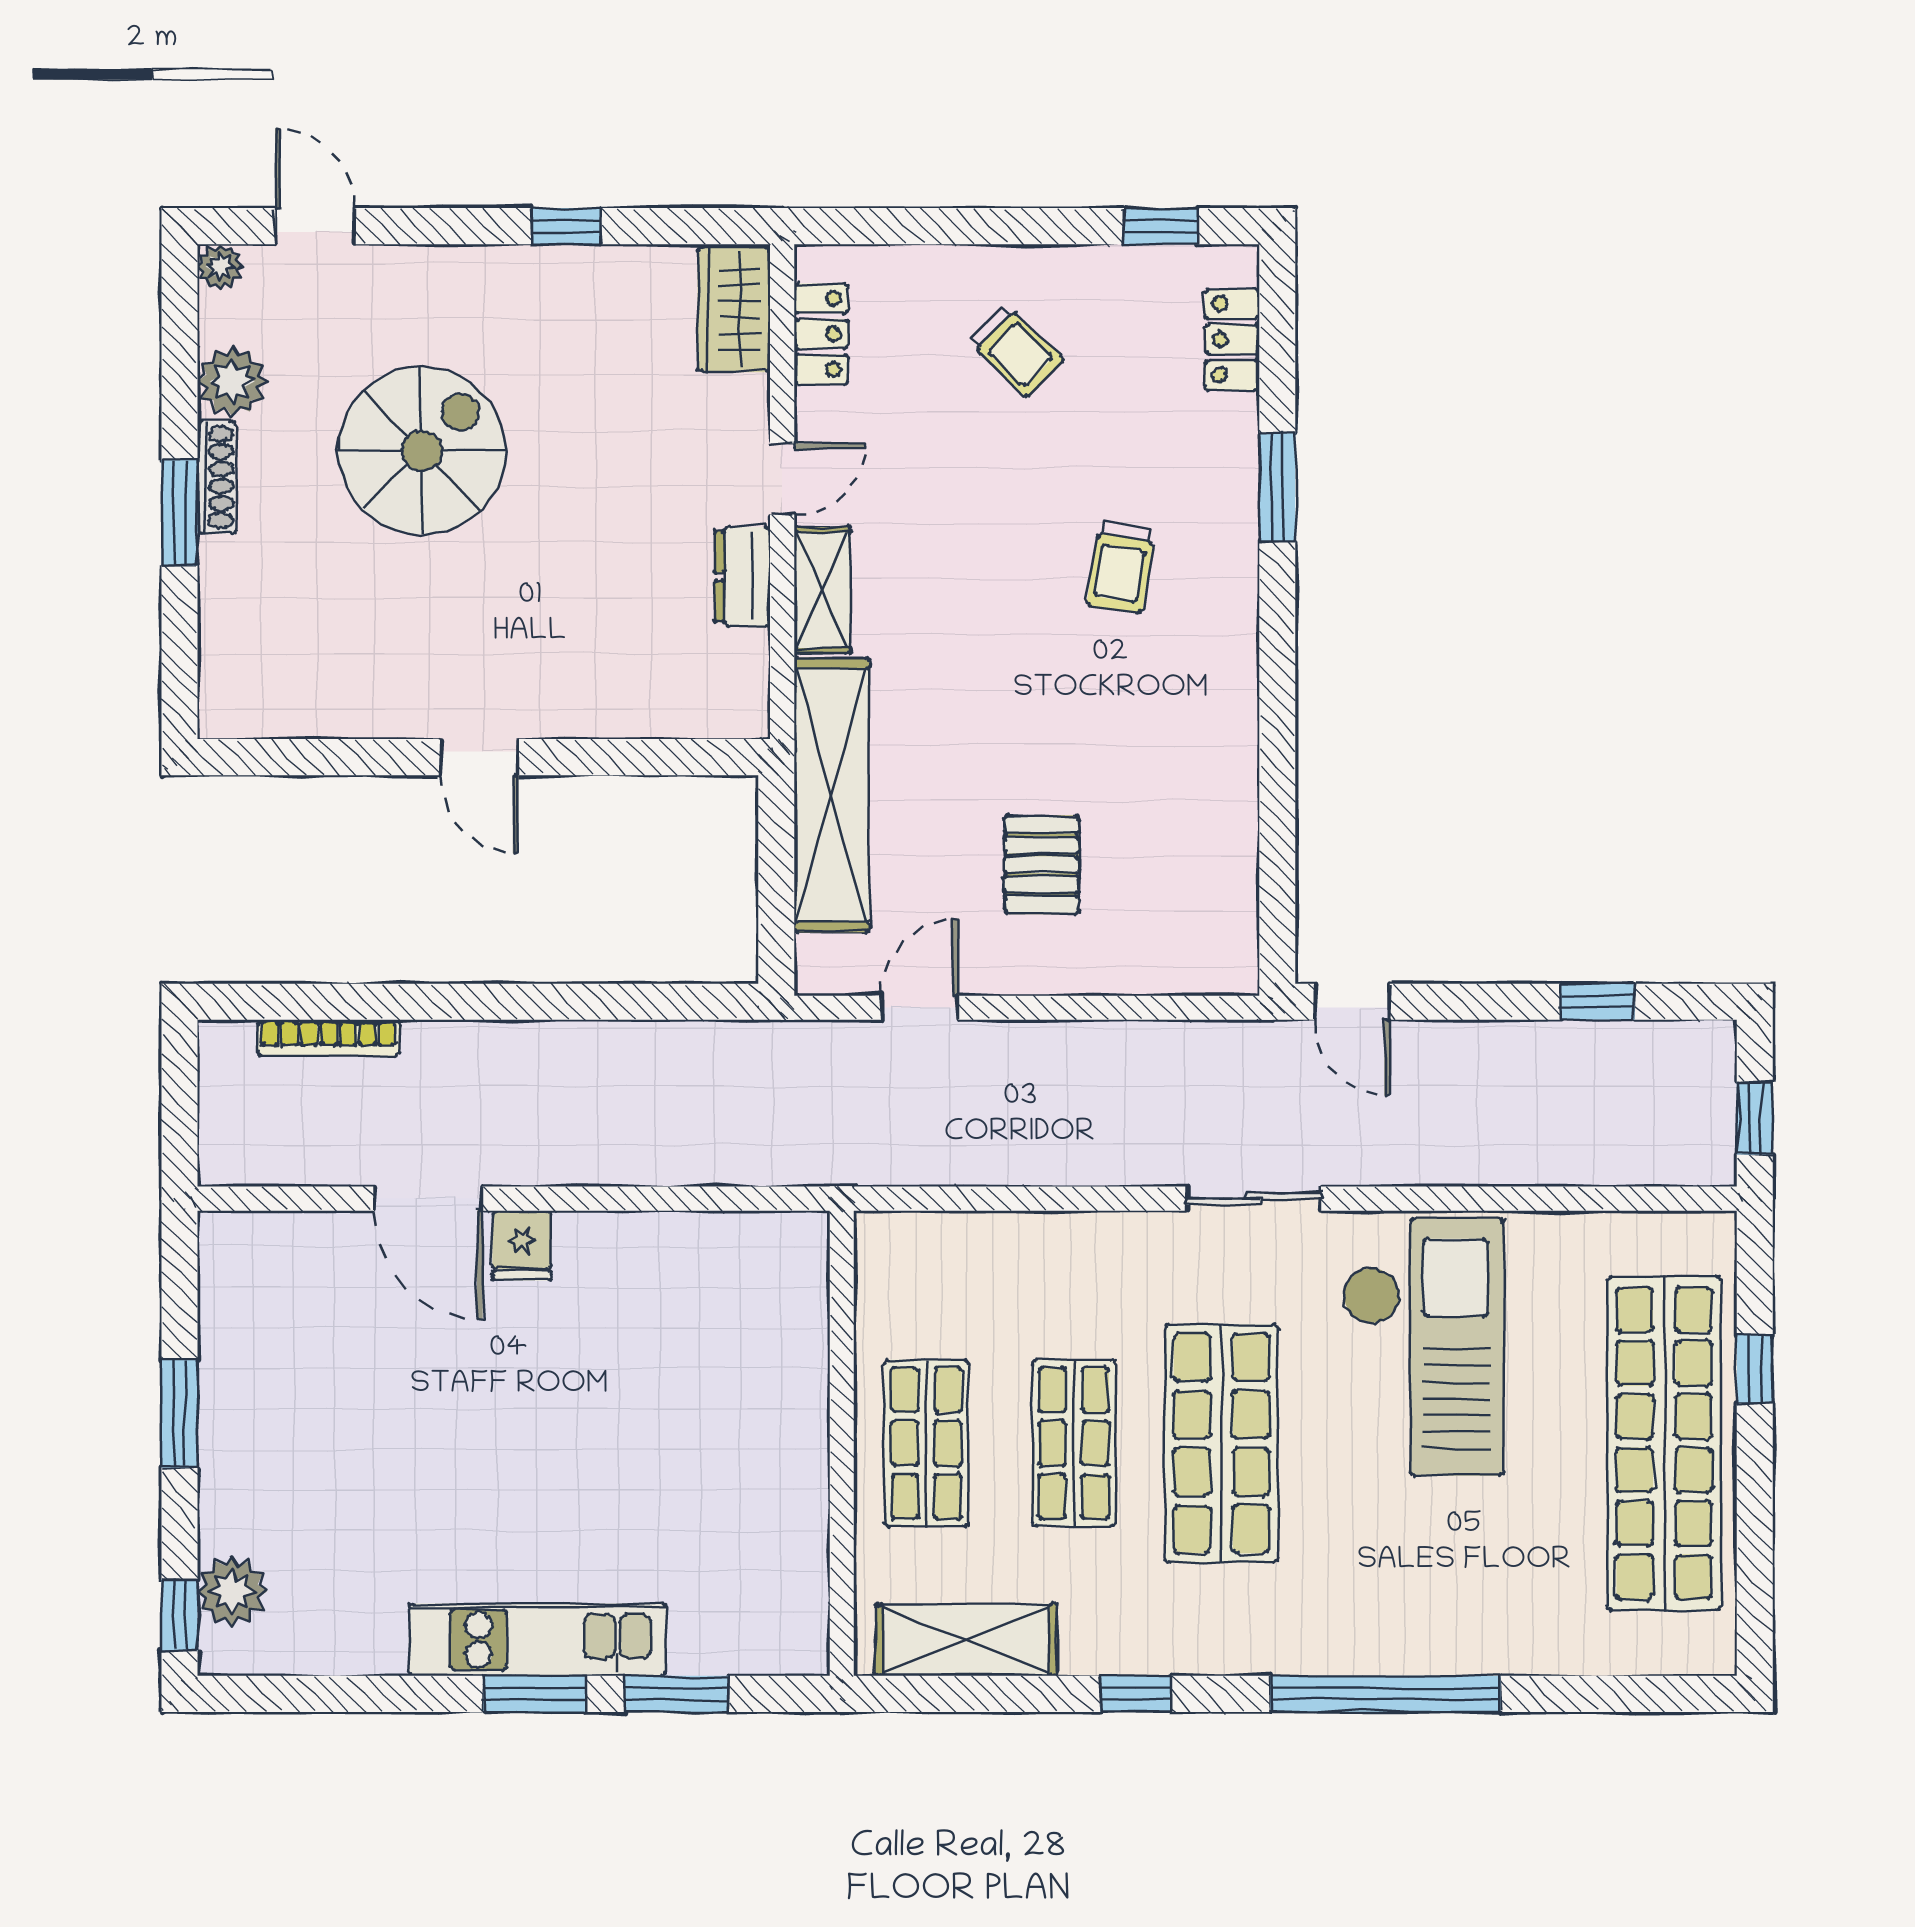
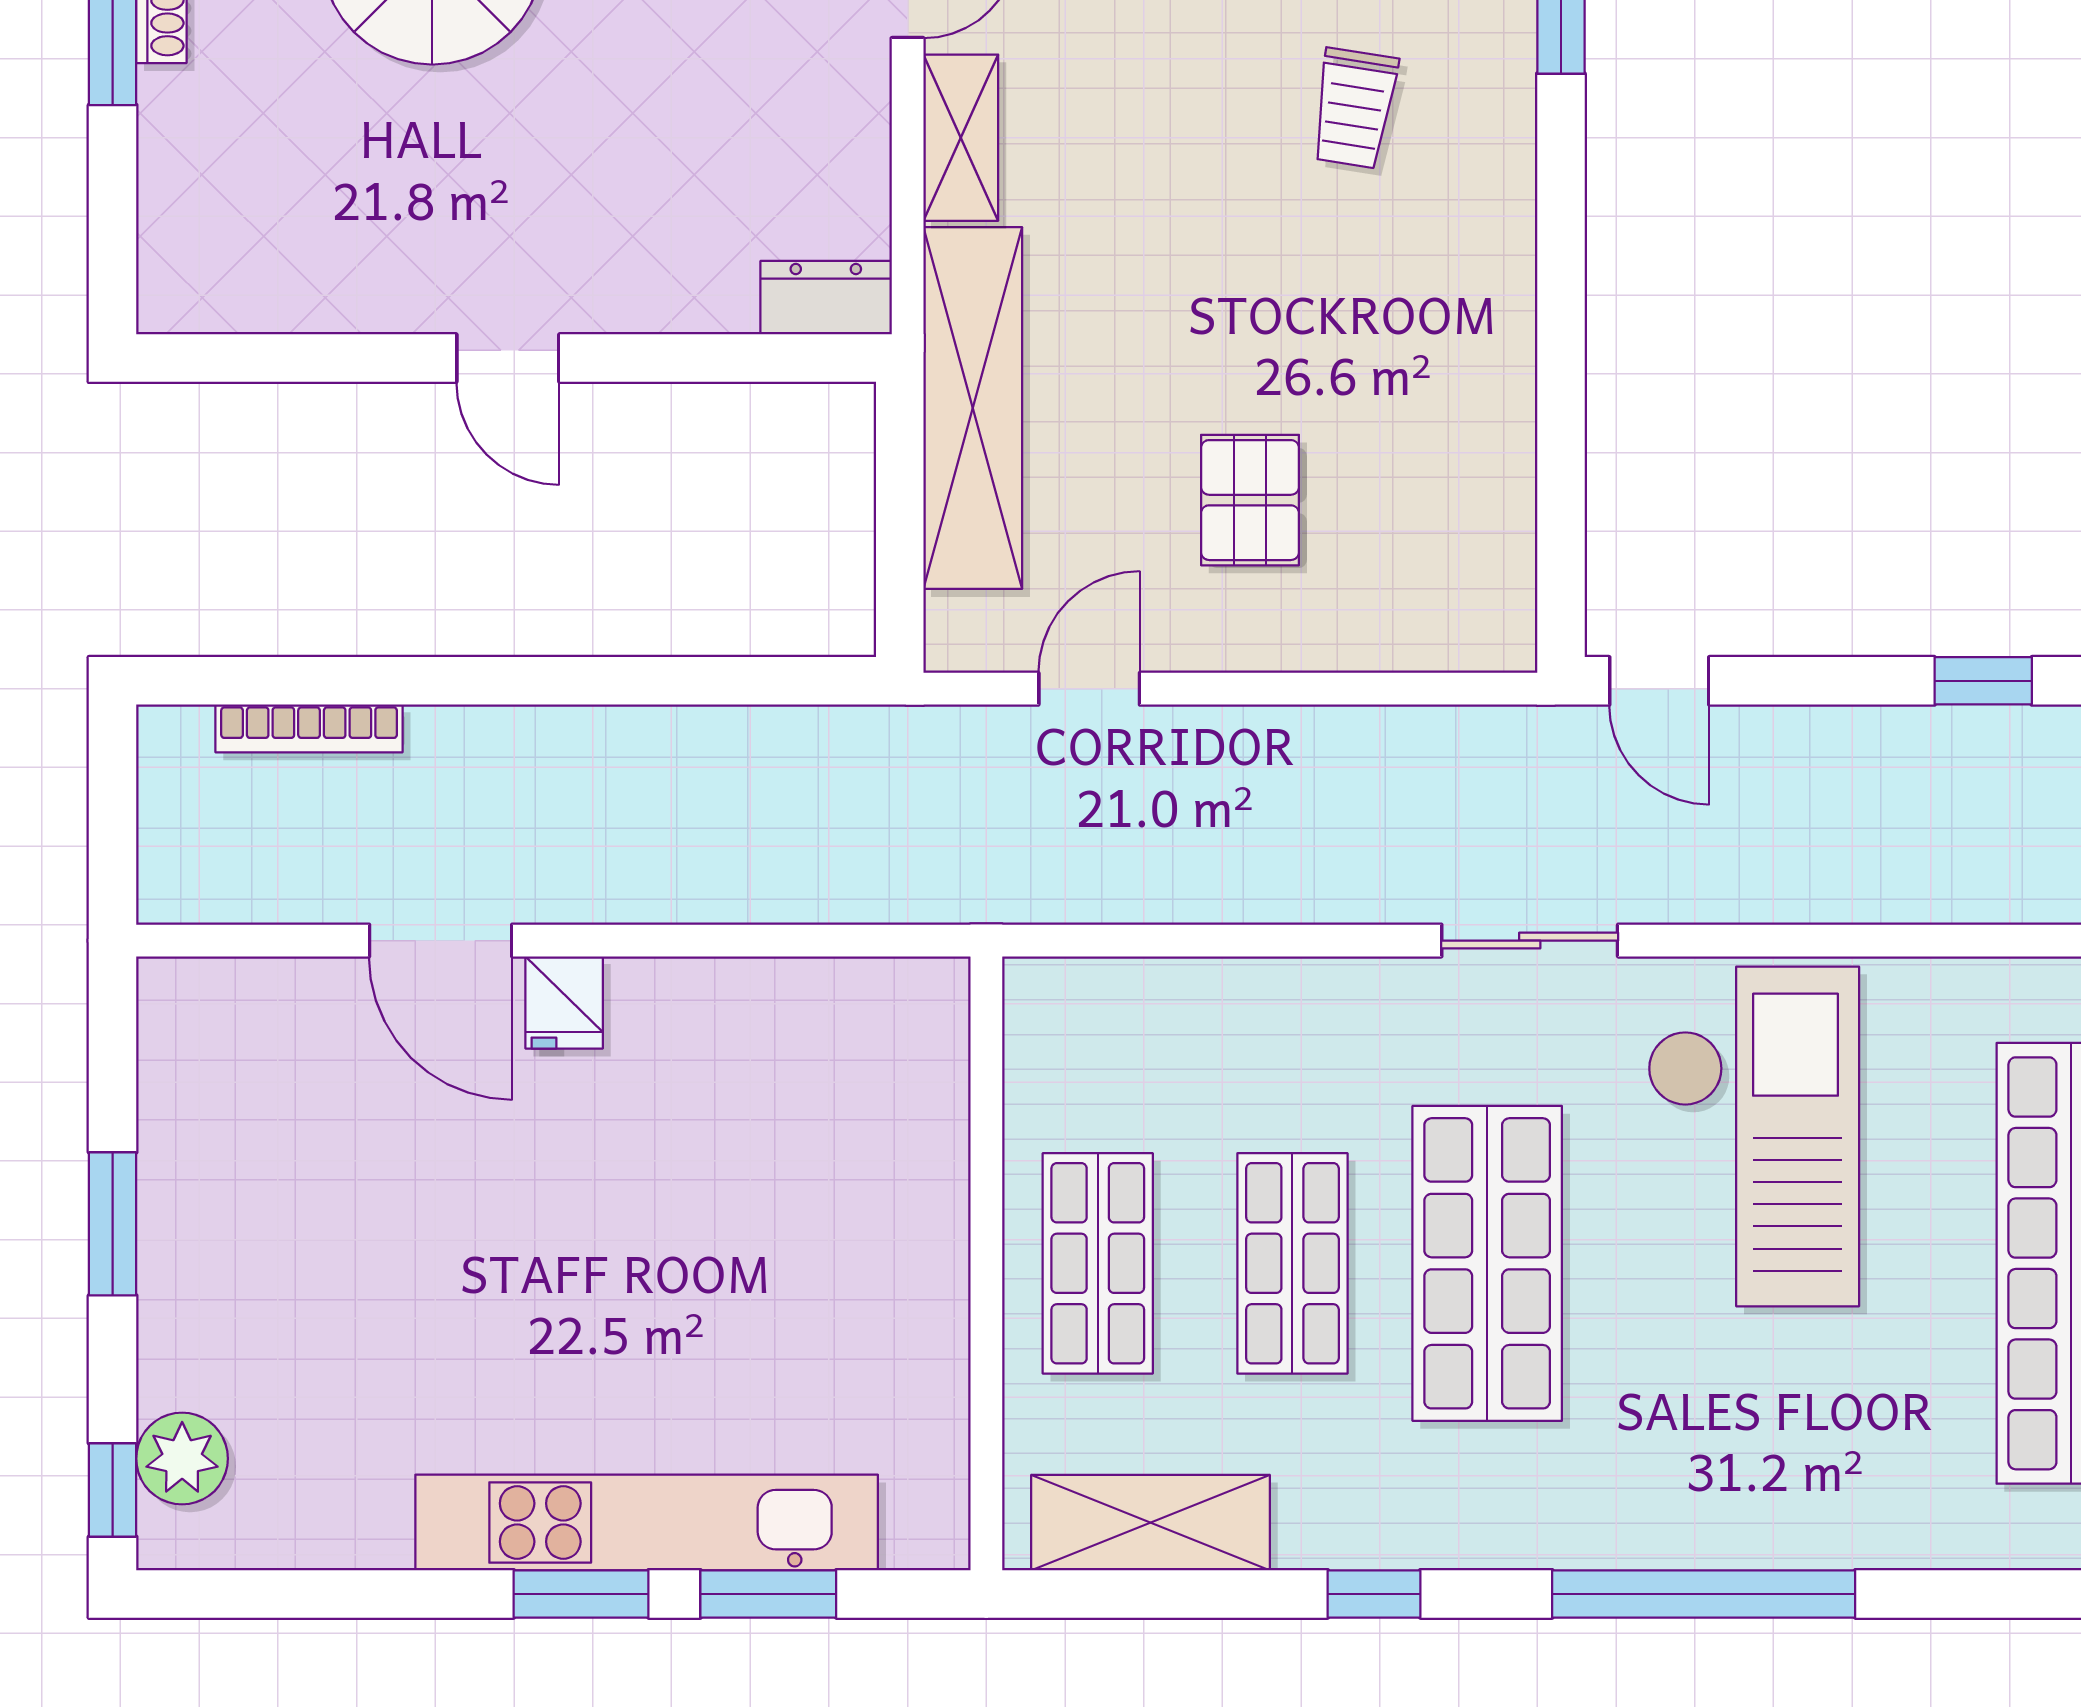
dresser: (742, 577) -> (826, 298), moved, turned 90
kitchen unit: (538, 1640) -> (647, 1522), width x1.36

